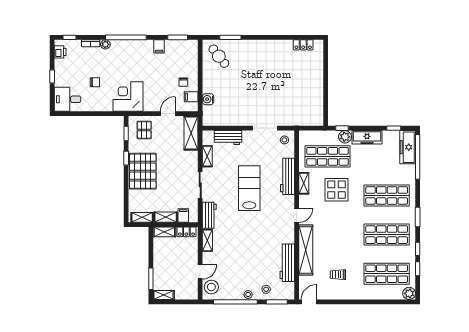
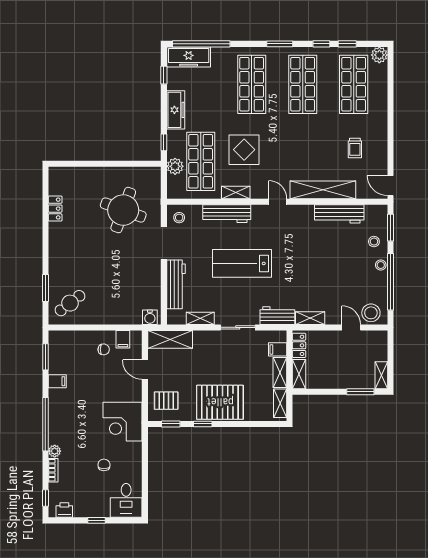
locker: (303, 45) -> (55, 209), moved
round table: (290, 97) -> (123, 210), added
water cooler: (208, 99) -> (150, 317), moved
workbench: (228, 137) -> (176, 284), width x1.38
plant: (345, 137) -> (175, 166), moved

